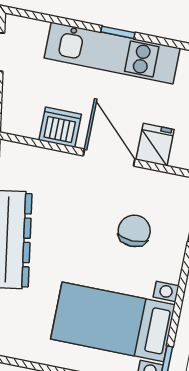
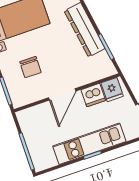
fridge: (155, 145) -> (112, 90), moved
door: (109, 157) -> (62, 94), hinge flipped

